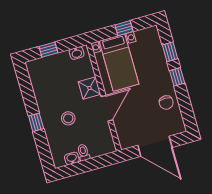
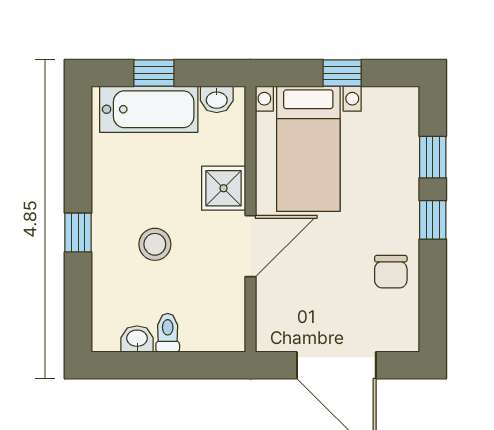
bathtub: (50, 65) -> (149, 109), added

